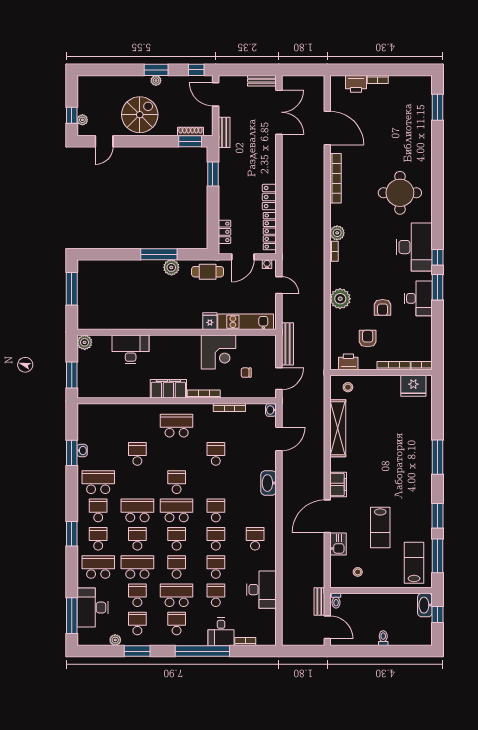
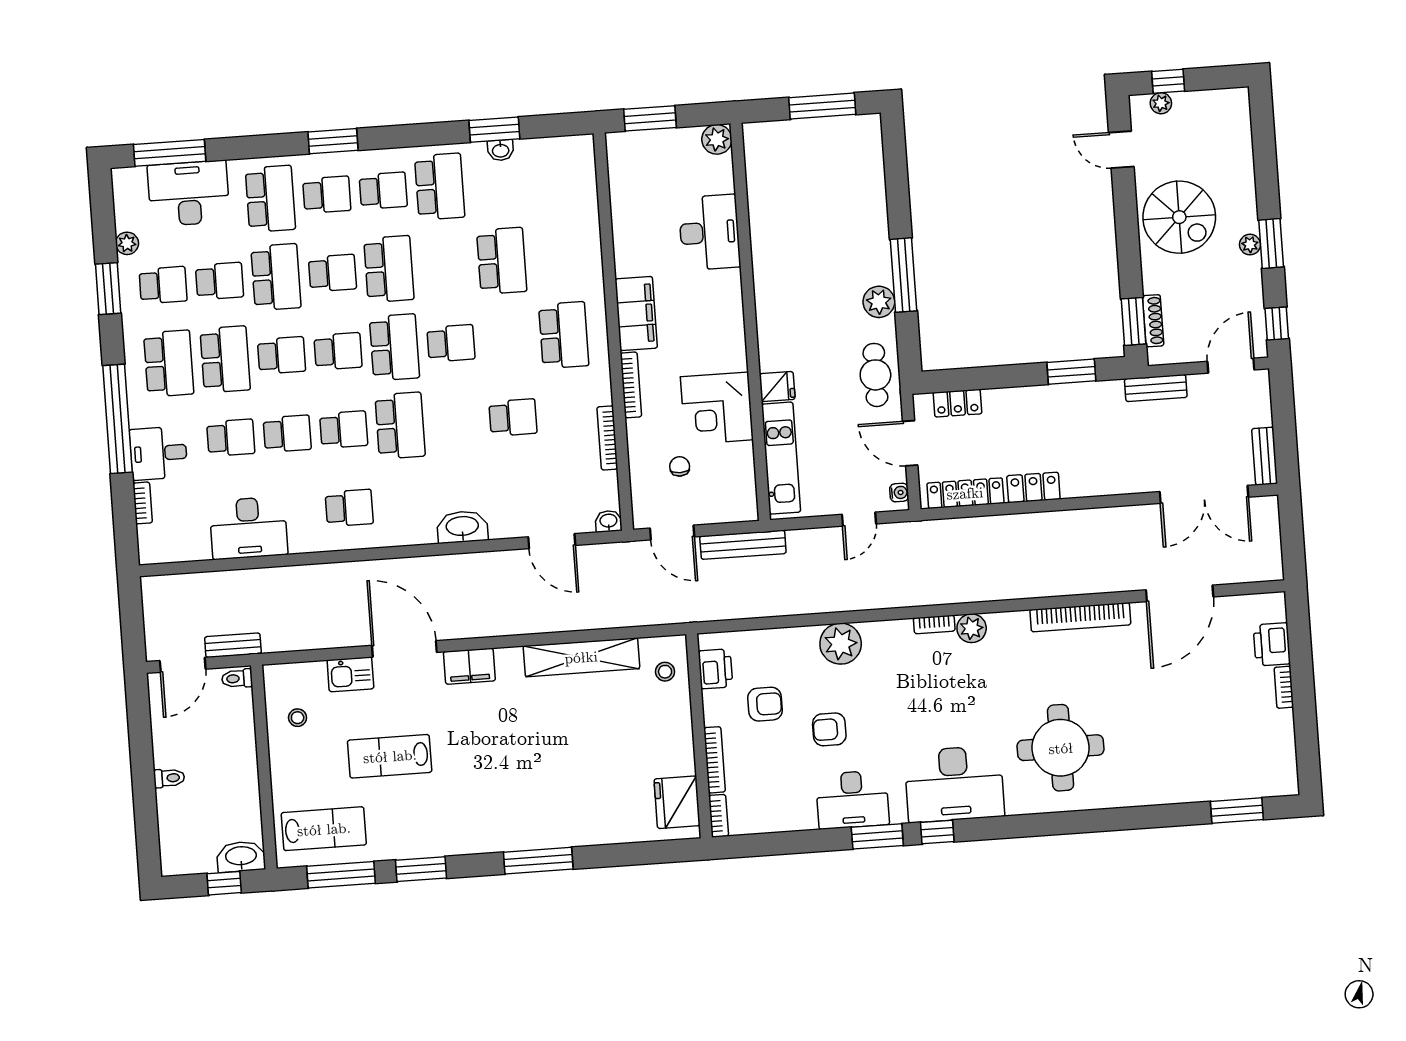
school desk: (137, 454) -> (502, 261), width x1.85
school desk: (216, 510) -> (400, 426), width x1.85
school desk: (177, 624) -> (169, 363), width x1.85

